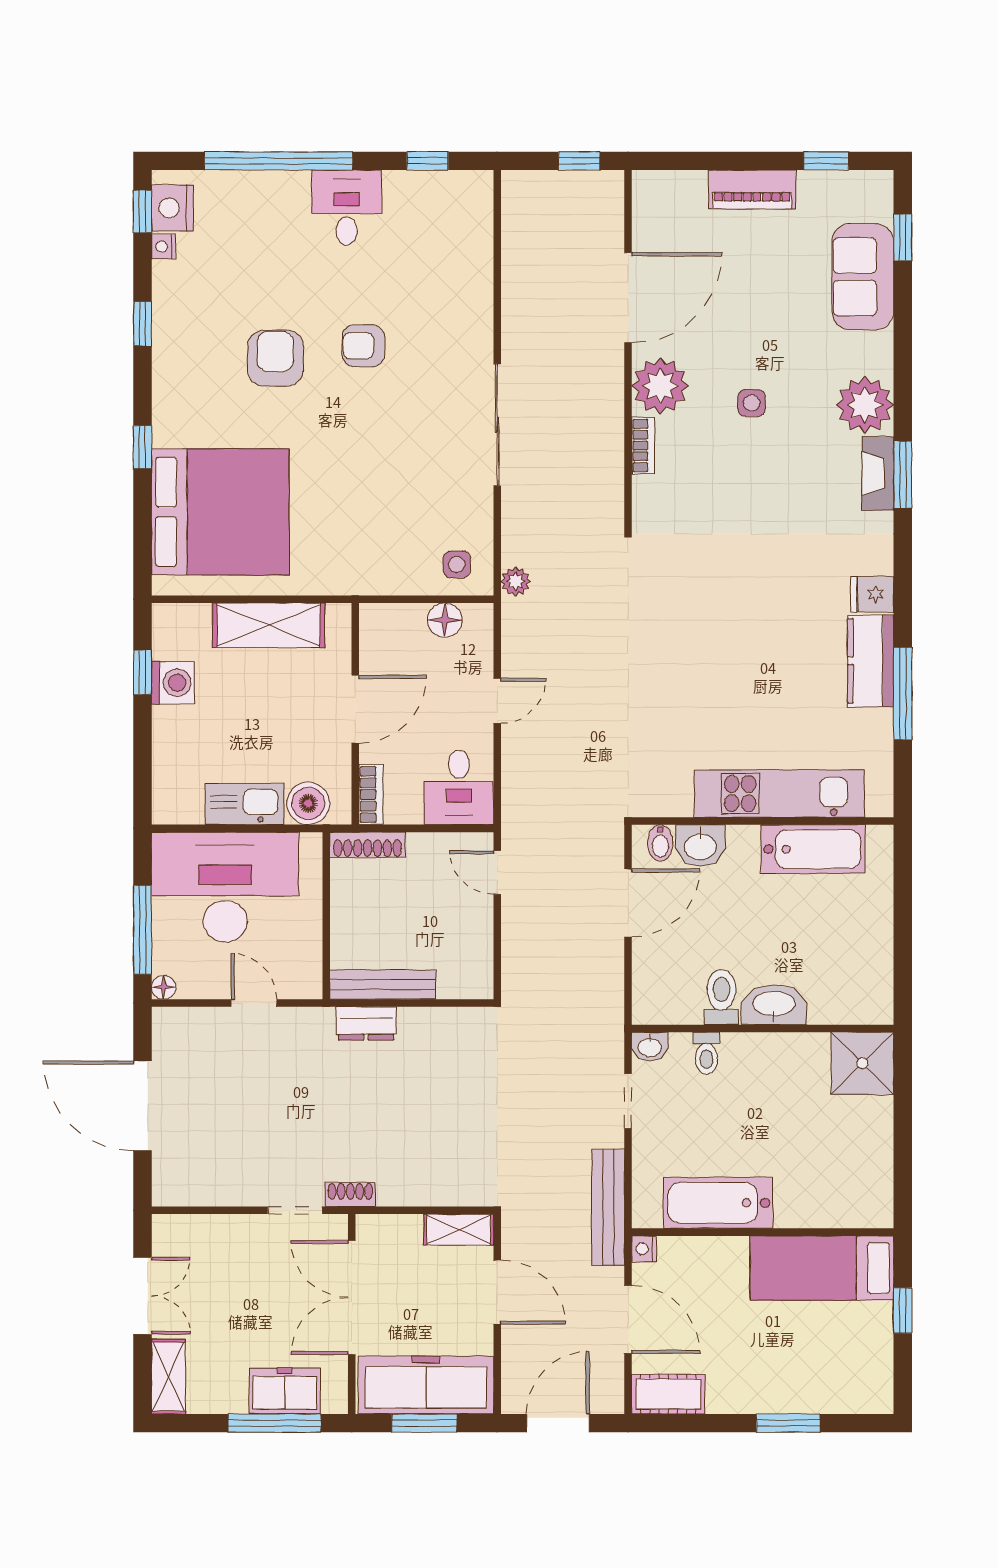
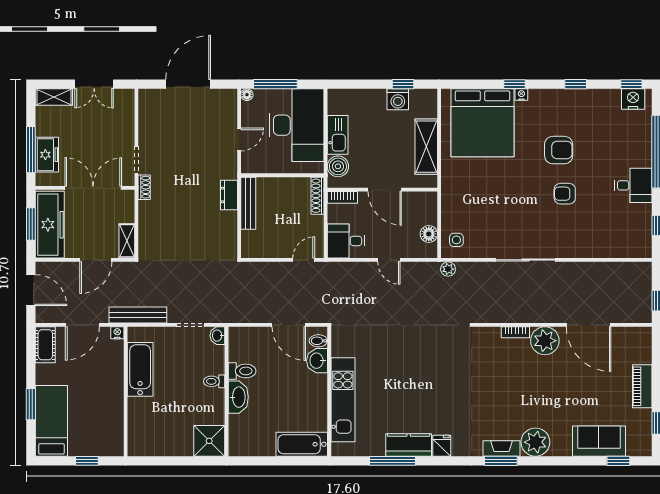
nightstand: (163, 247) -> (521, 95), moved
armchair: (363, 346) -> (565, 194), turned -90
side table: (752, 403) -> (536, 386), removed
bathtub: (813, 849) -> (302, 444), moved, turned 90
toilet: (706, 1053) -> (214, 381), moved
bed: (822, 1268) -> (51, 421), moved

